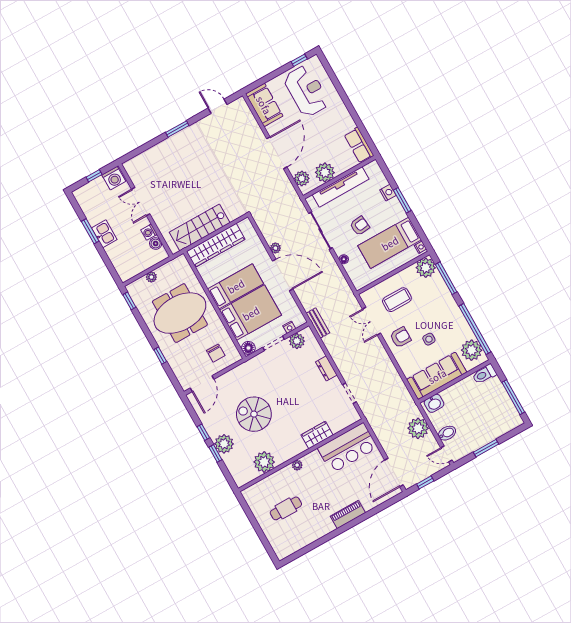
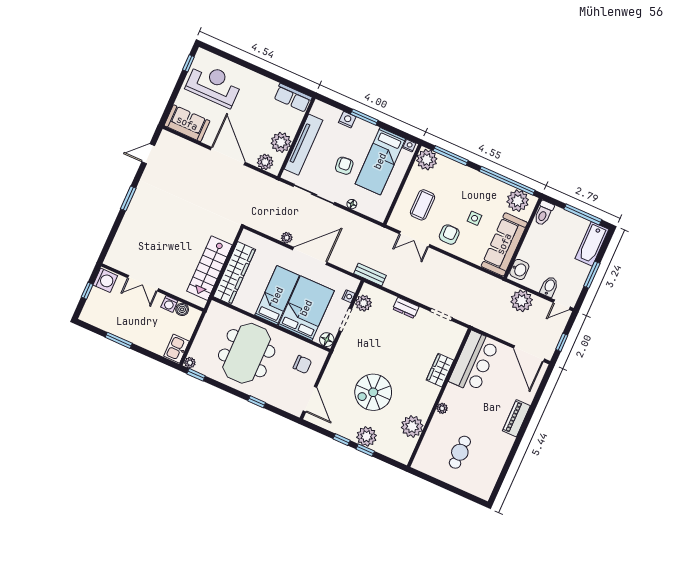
kitchen sink: (104, 234) -> (177, 349), moved, turned -90
plant: (151, 277) -> (190, 363), moved
bathtub: (503, 425) -> (592, 244), added

